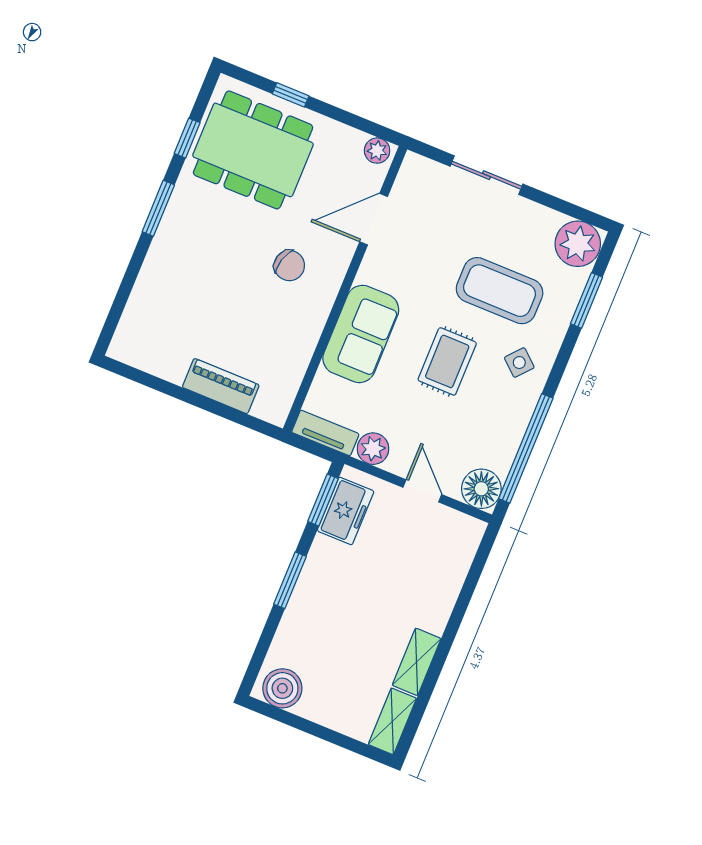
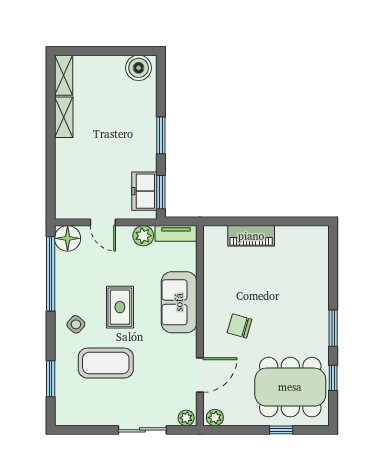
plant: (578, 244) -> (186, 418), moved, width x0.53, depth x0.53

